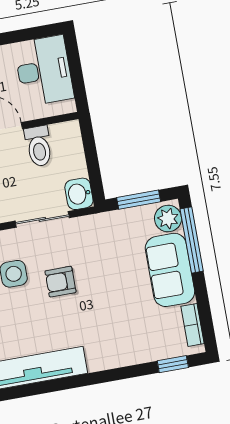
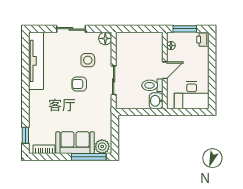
washbasin: (79, 194) -> (156, 101), moved, turned -90
window: (139, 200) -> (115, 133), removed
armchair: (60, 282) -> (79, 84), turned -90

